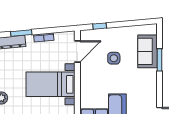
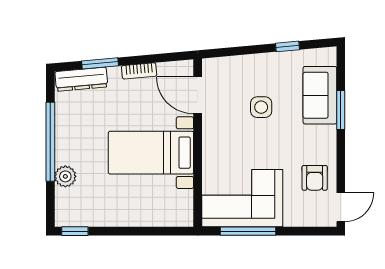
window: (100, 26) -> (287, 46), moved
door: (77, 51) -> (198, 95), swing flipped
armchair: (145, 99) -> (315, 178), added

